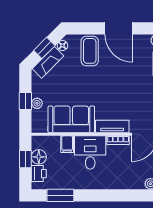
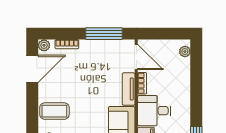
door: (119, 28) -> (32, 69), moved

